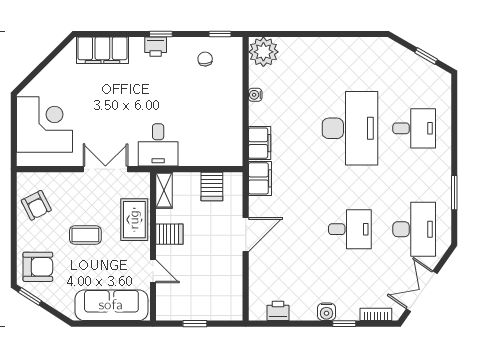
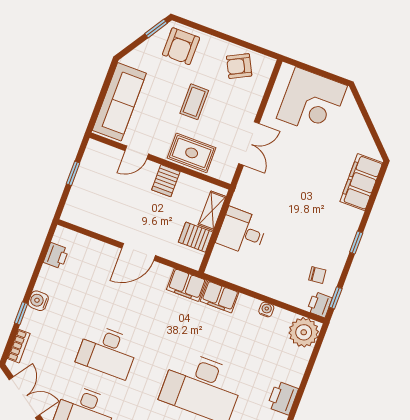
printer: (156, 47) -> (320, 305), moved
printer: (332, 49) -> (283, 398), added
desk: (158, 145) -> (242, 232), moved
shelving: (164, 190) -> (212, 211), moved, turned 90
desk: (350, 229) -> (107, 351), width x1.37
door: (246, 235) -> (139, 252), hinge flipped

